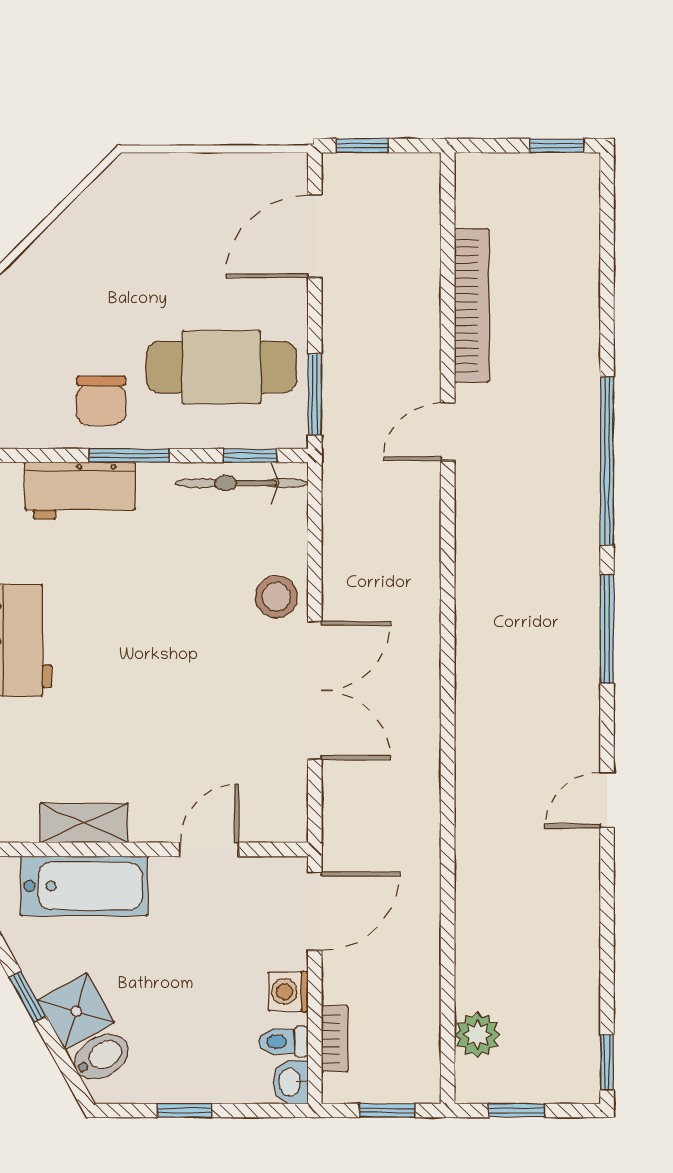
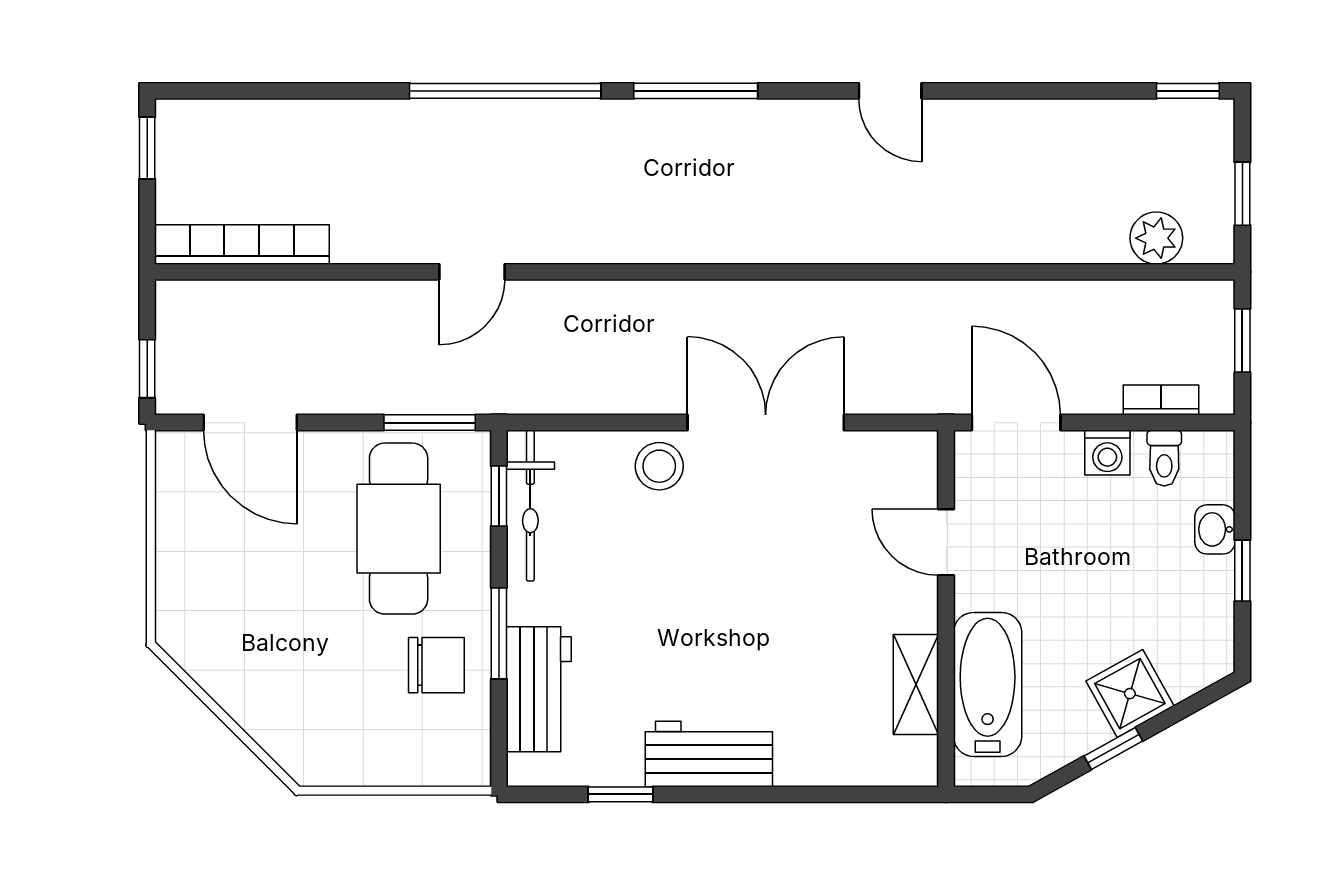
bookcase: (472, 306) -> (242, 244), moved
door: (448, 432) -> (472, 272), hinge flipped
bidet: (101, 1057) -> (1181, 665), removed
washbasin: (291, 1082) -> (1215, 529), moved, turned 90

